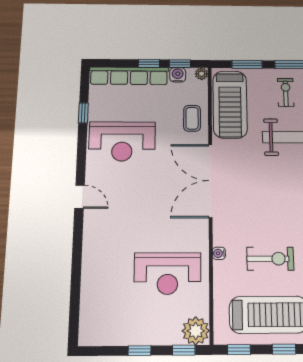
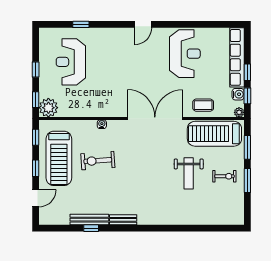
window: (83, 113) -> (81, 24), moved
reception desk: (122, 141) -> (185, 54), turned 180
exercise bike: (270, 259) -> (98, 161), turned 86
reception desk: (167, 273) -> (71, 62), moved

